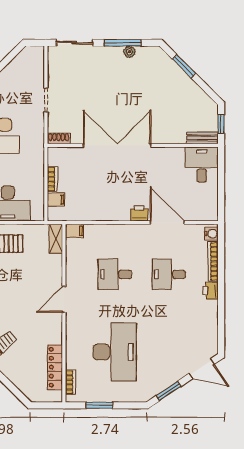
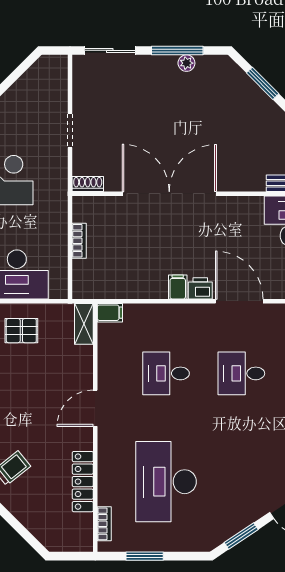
filing cabinet: (56, 200) -> (178, 287), moved, turned -90
desk: (115, 352) -> (166, 482), turned 180
locker: (55, 367) -> (83, 482), moved

